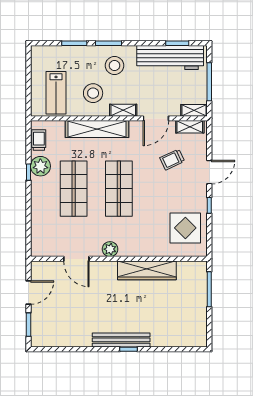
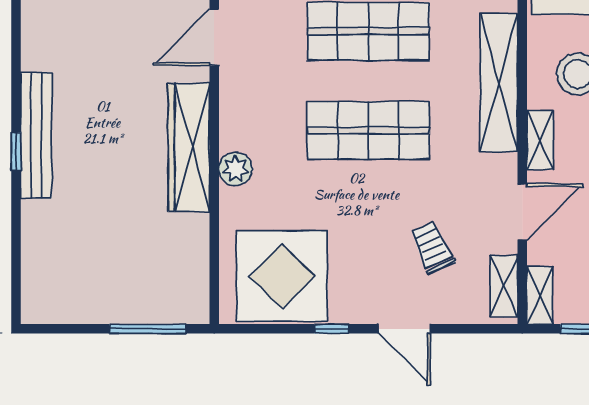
door: (156, 118) -> (522, 212), swing flipped
display table: (185, 228) -> (282, 276), width x1.36, depth x1.36
plant: (110, 249) -> (236, 169), moved
wardrobe: (147, 270) -> (189, 147), moved

